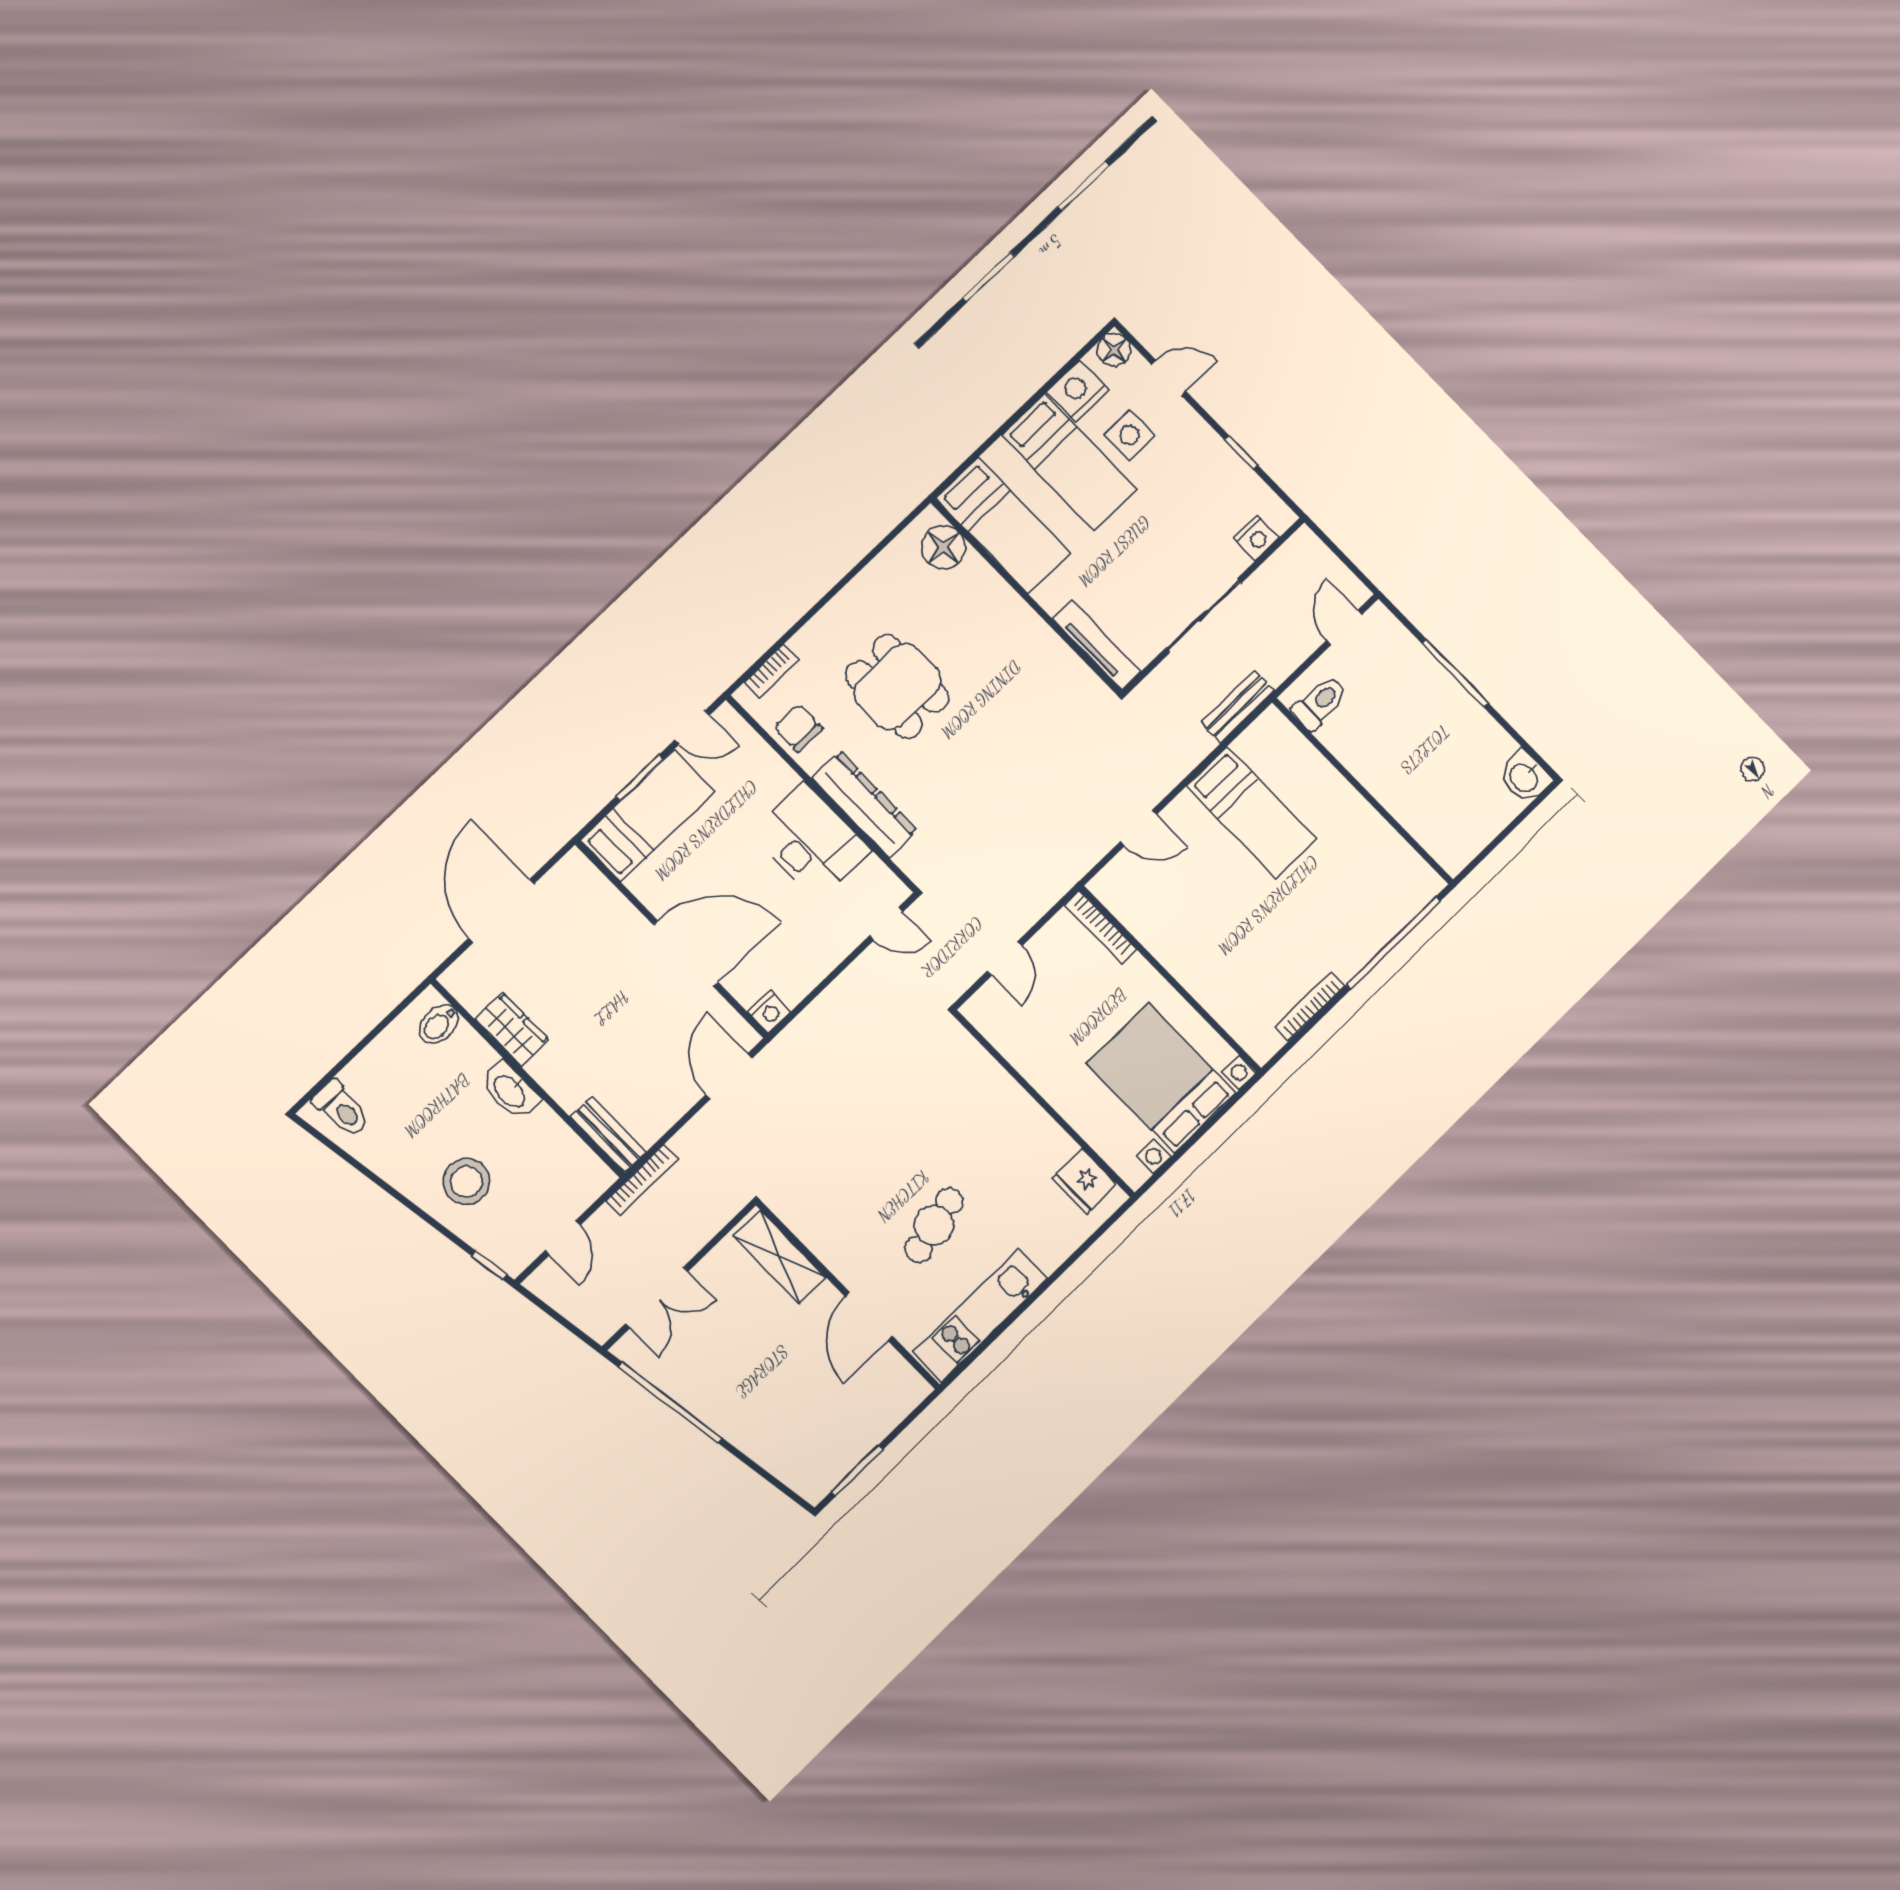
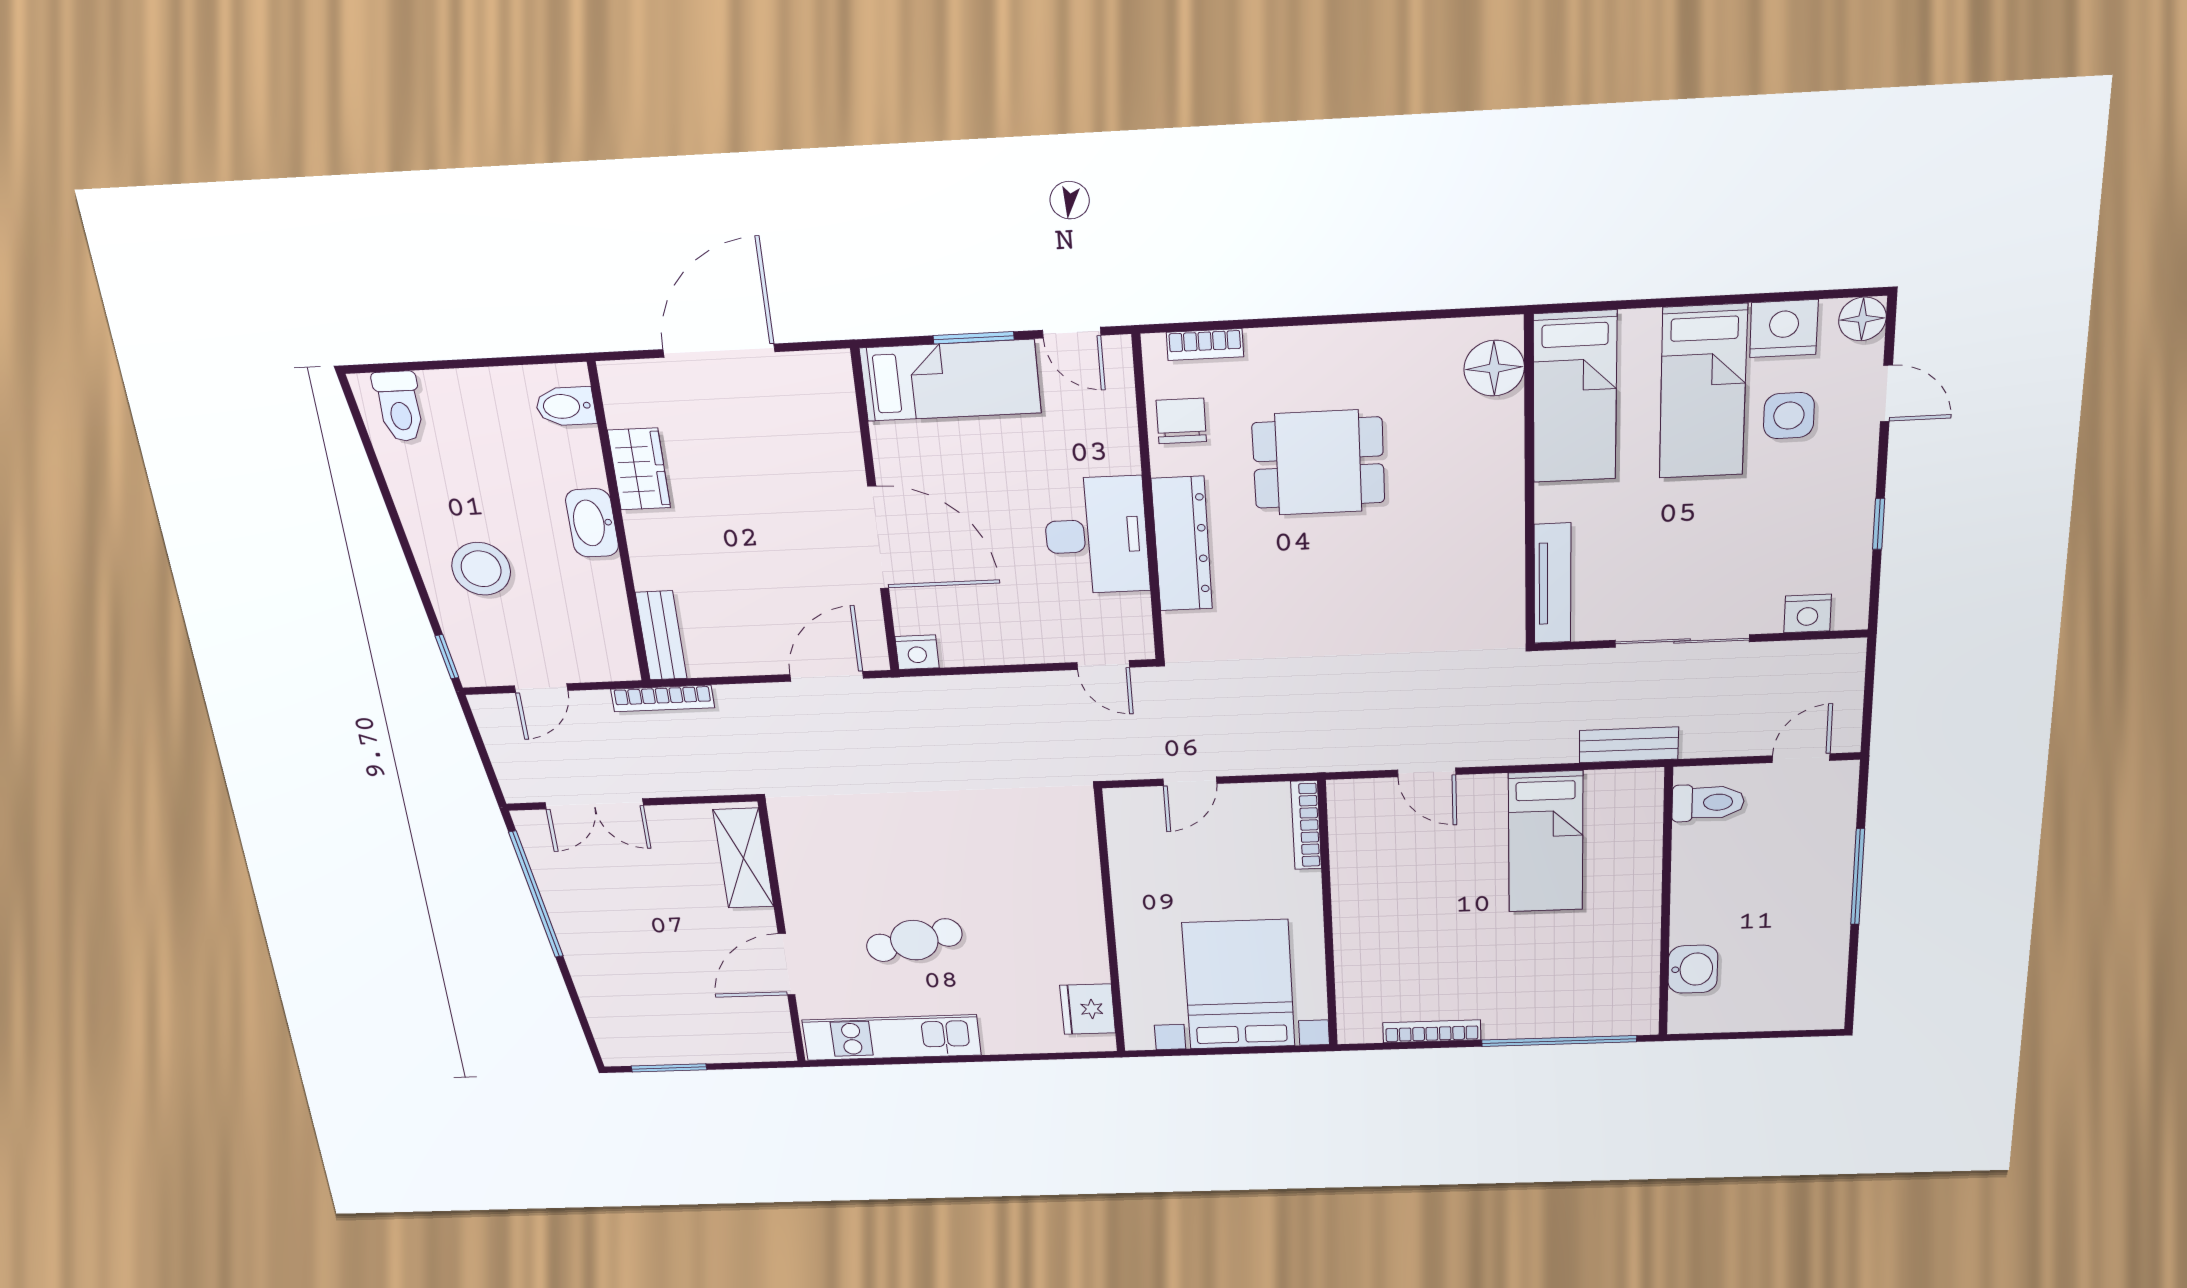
dining table: (897, 687) -> (1319, 463), turned 90
washbasin: (1524, 777) -> (1693, 969), moved, turned 180

